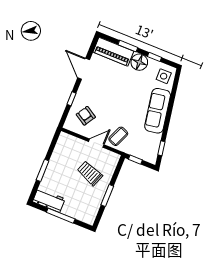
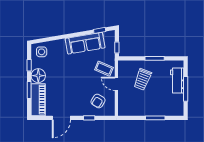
sofa: (158, 111) -> (85, 43), moved
workbench: (49, 200) -> (177, 81), moved

